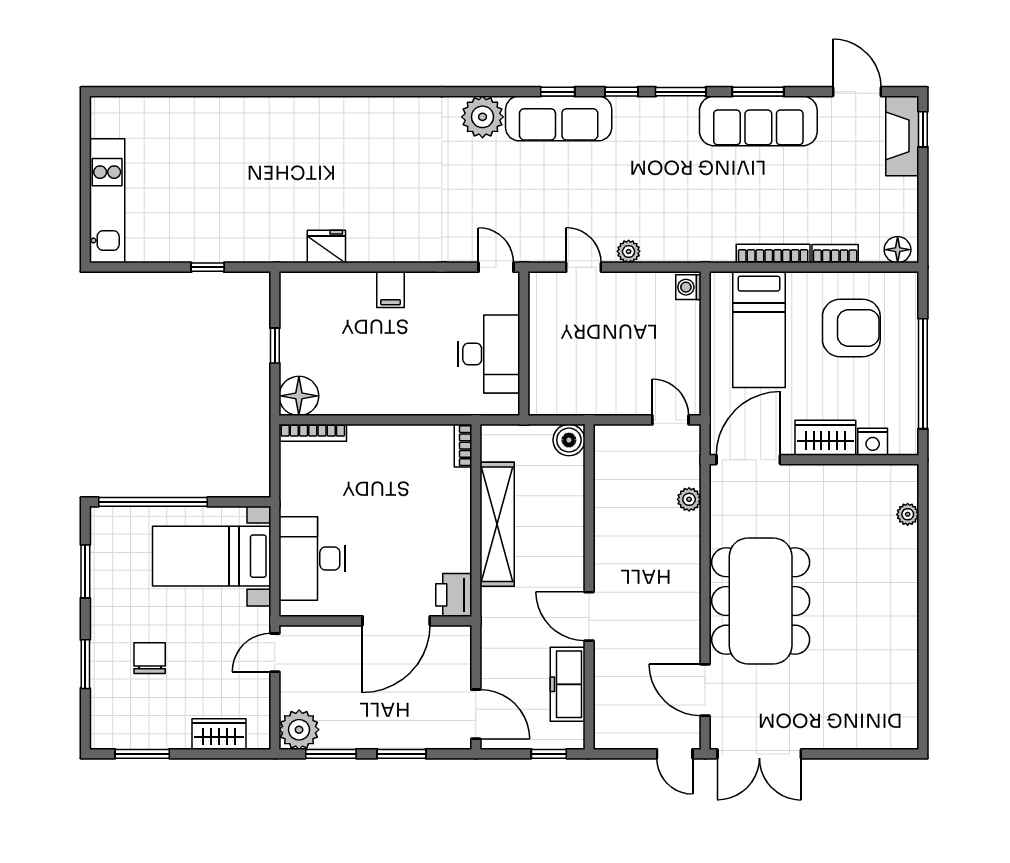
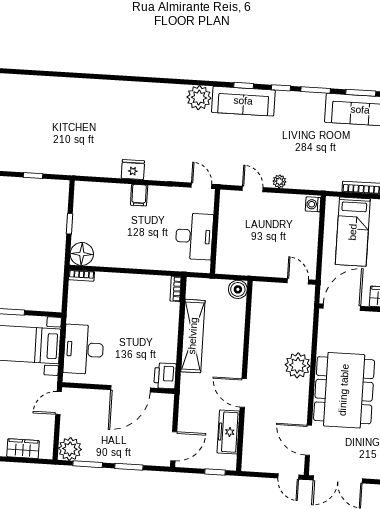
fridge: (326, 247) -> (133, 170), moved
bookcase: (313, 433) -> (81, 276), width x0.64
plant: (689, 499) -> (298, 365), moved, width x1.87, depth x1.87
door: (476, 714) -> (174, 446), hinge flipped

